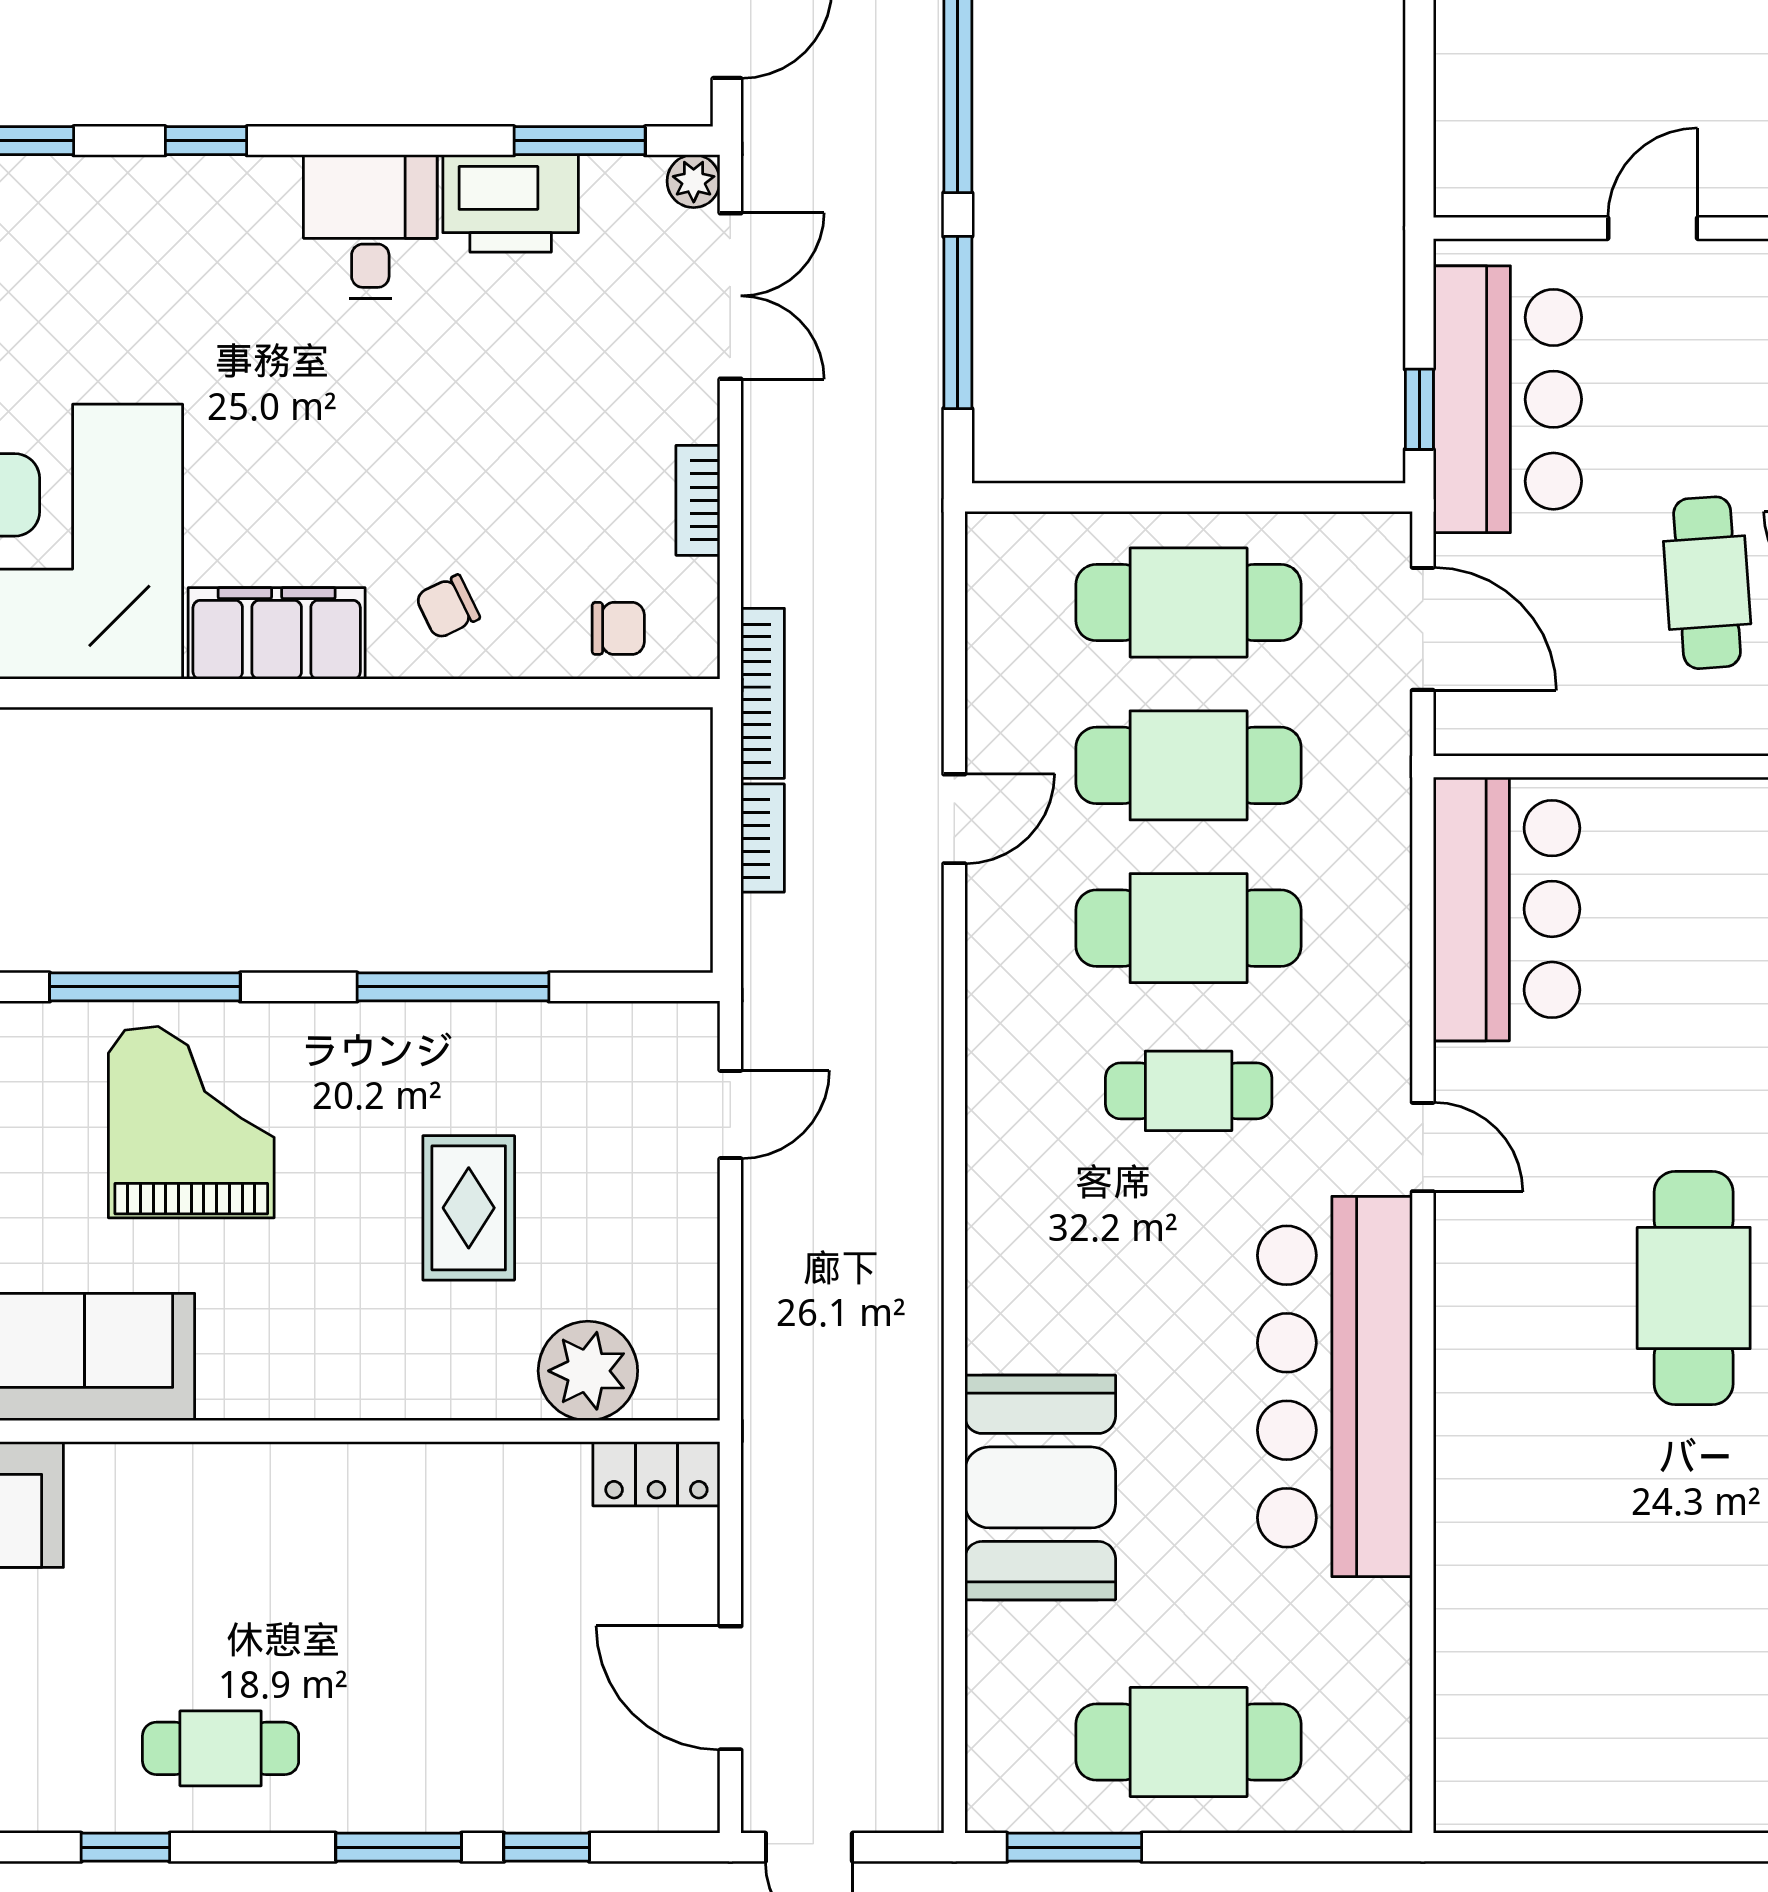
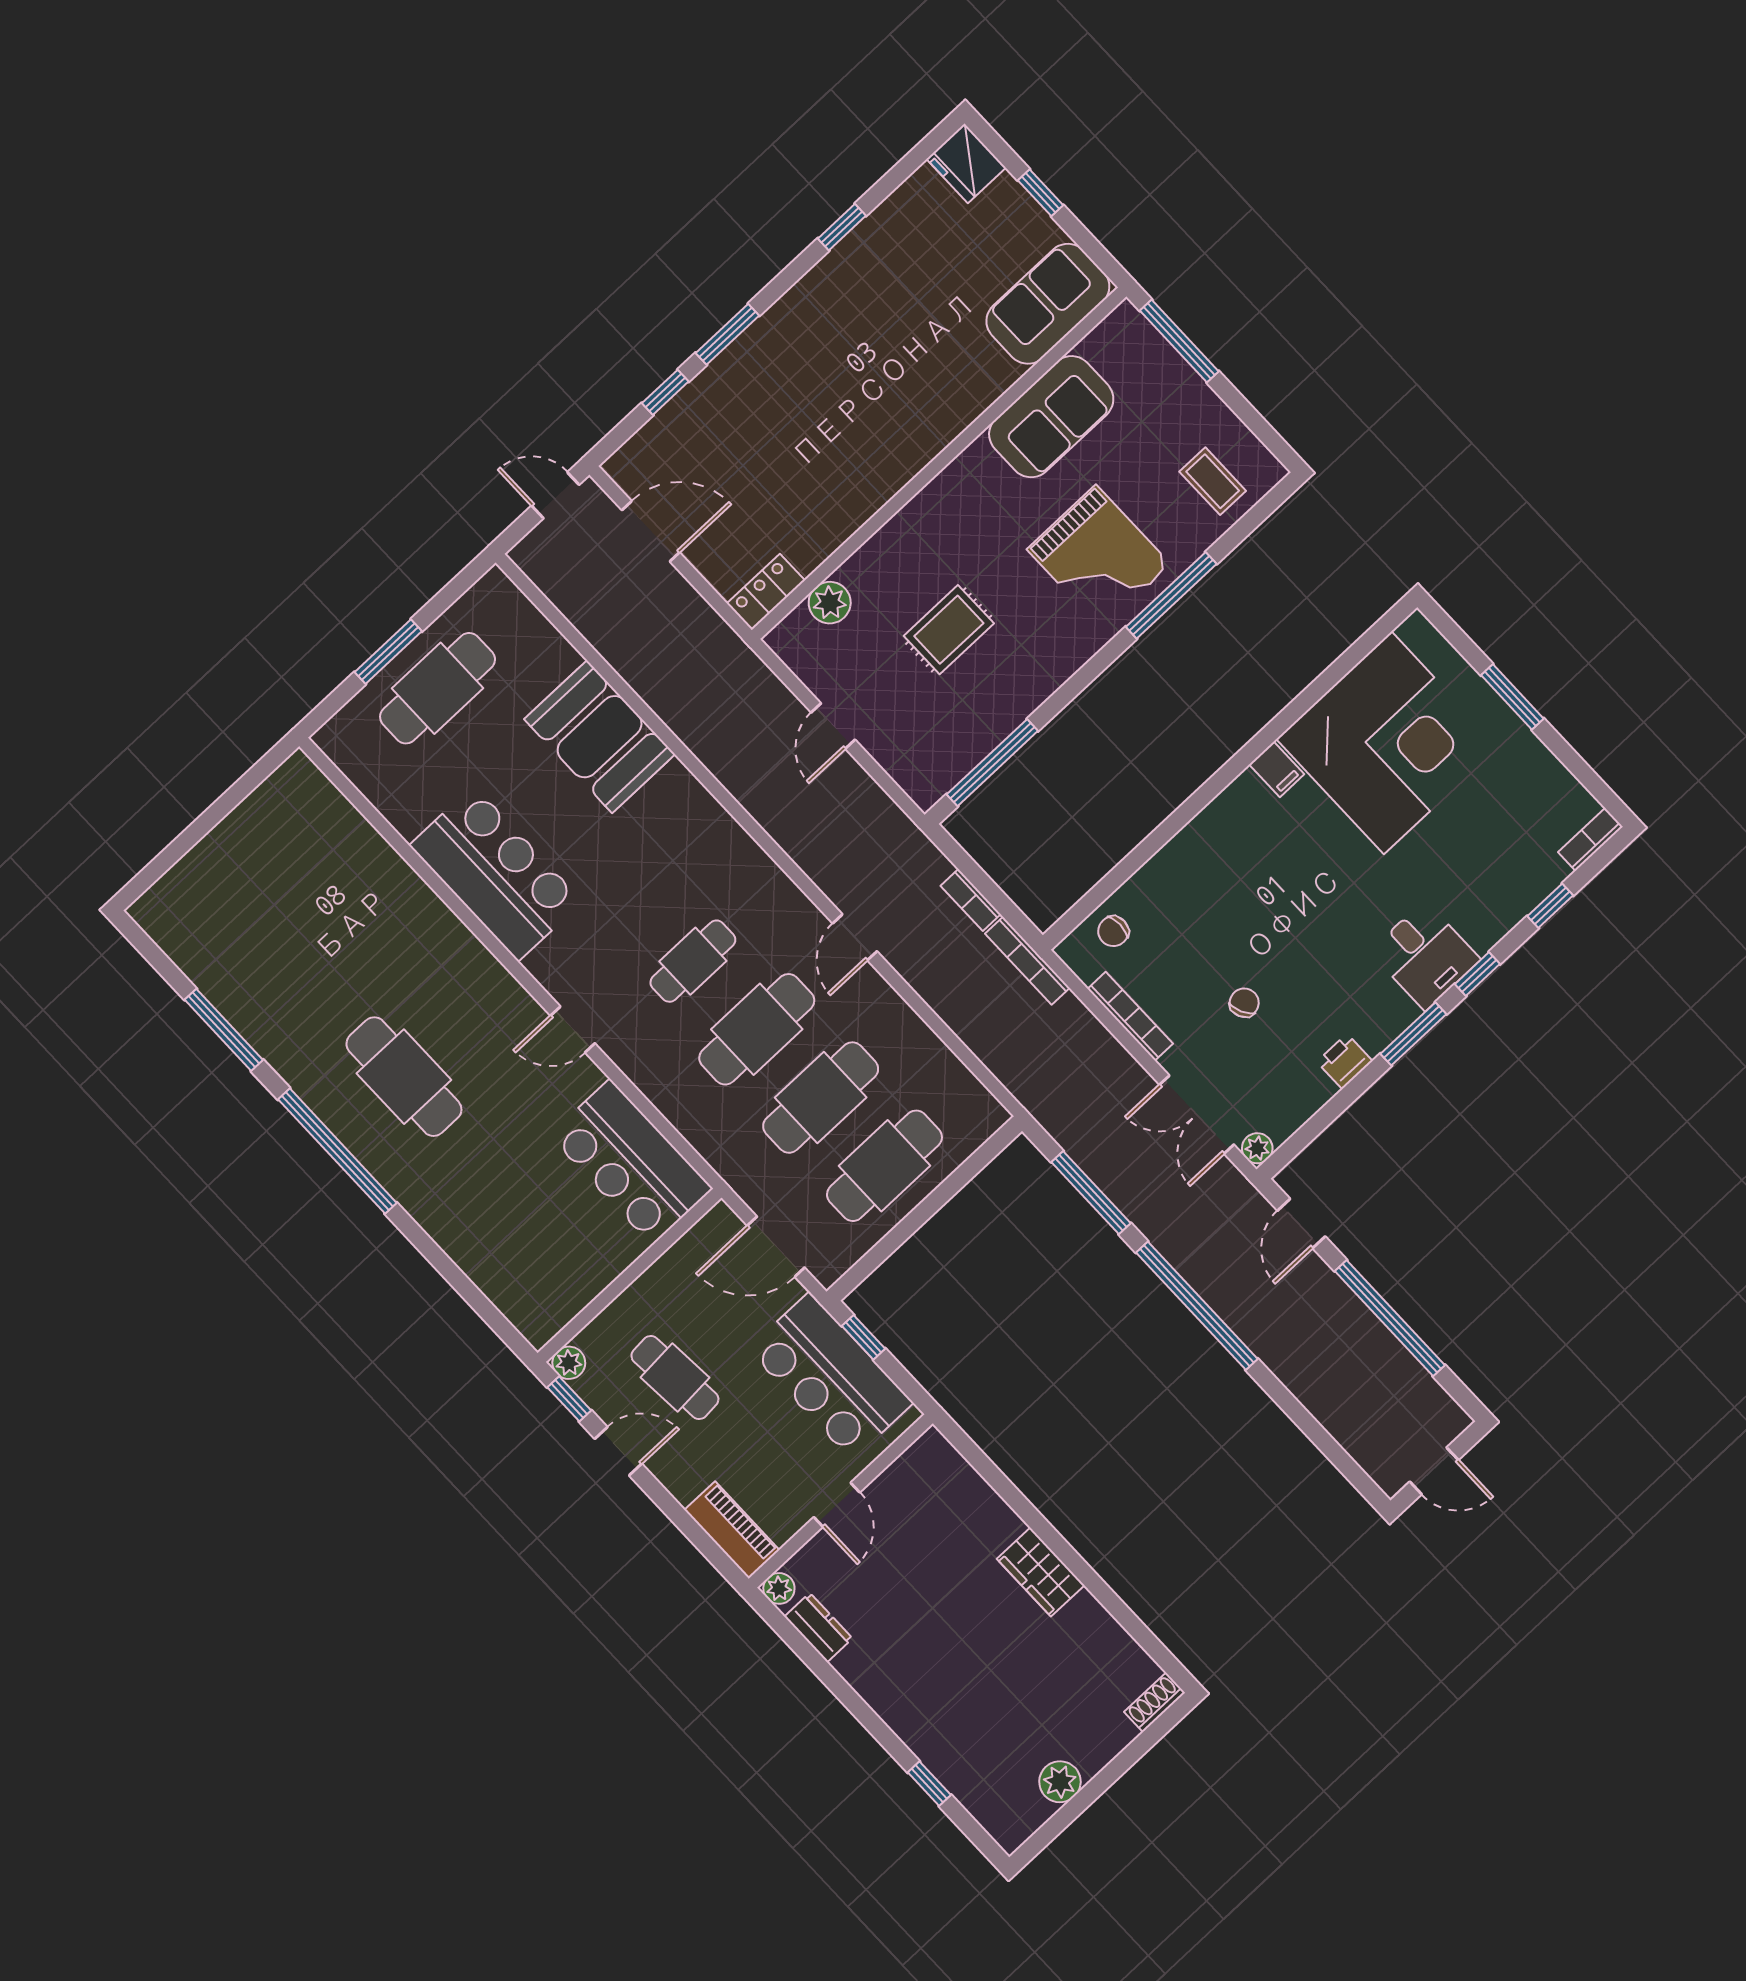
window: (580, 141) -> (1413, 1034), moved
printer: (511, 203) -> (1345, 1061), width x0.53, depth x0.68
desk: (370, 227) -> (1425, 955), moved
bookcase: (698, 500) -> (1130, 1016), width x1.56
chair: (448, 607) -> (1244, 1003), moved
filing cabinet: (277, 633) -> (1277, 769), width x0.33, depth x0.86
door: (954, 819) -> (855, 937), moved
window: (453, 987) -> (992, 763), moved
door: (730, 1115) -> (833, 726), moved
rug: (469, 1208) -> (949, 630), turned 90
plant: (588, 1371) -> (830, 603), width x0.73, depth x0.73
bar counter: (1335, 1386) -> (496, 873), width x0.73
cafe table: (221, 1748) -> (841, 306), removed
window: (1074, 1847) -> (388, 652), moved

